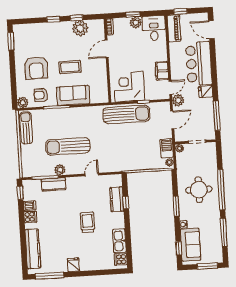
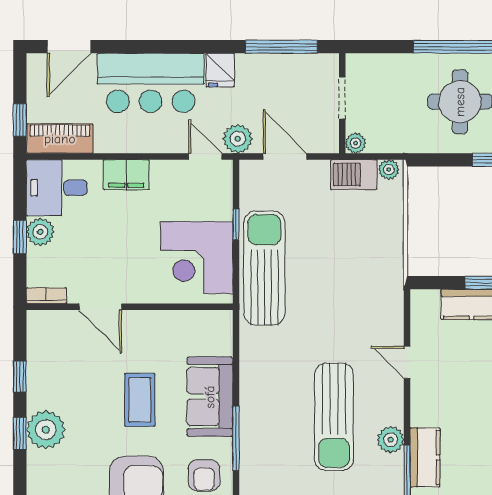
plant: (80, 28) -> (46, 430), moved
filing cabinet: (162, 71) -> (126, 175), moved

